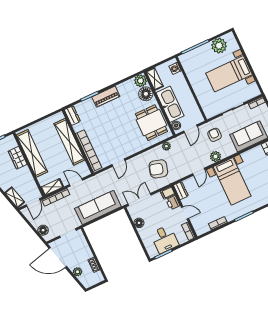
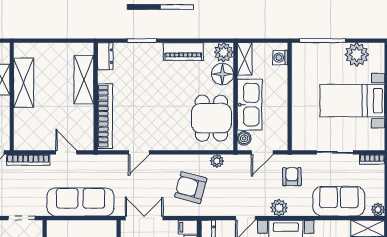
piano: (106, 97) -> (183, 52), moved
shelving: (69, 142) -> (84, 80), width x0.68
shelving: (32, 153) -> (24, 83), width x0.68
shelving: (52, 187) -> (30, 143), removed

